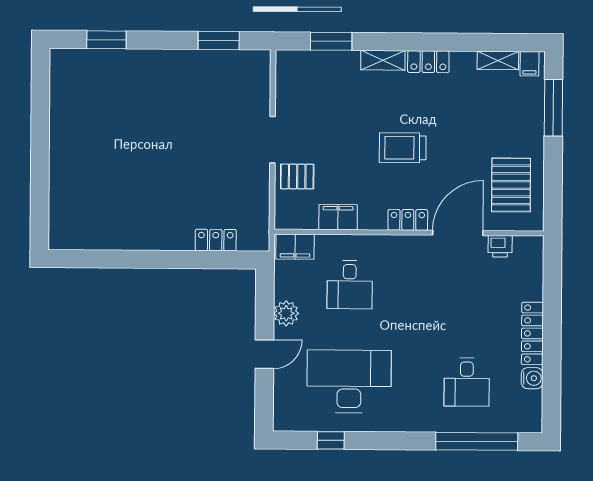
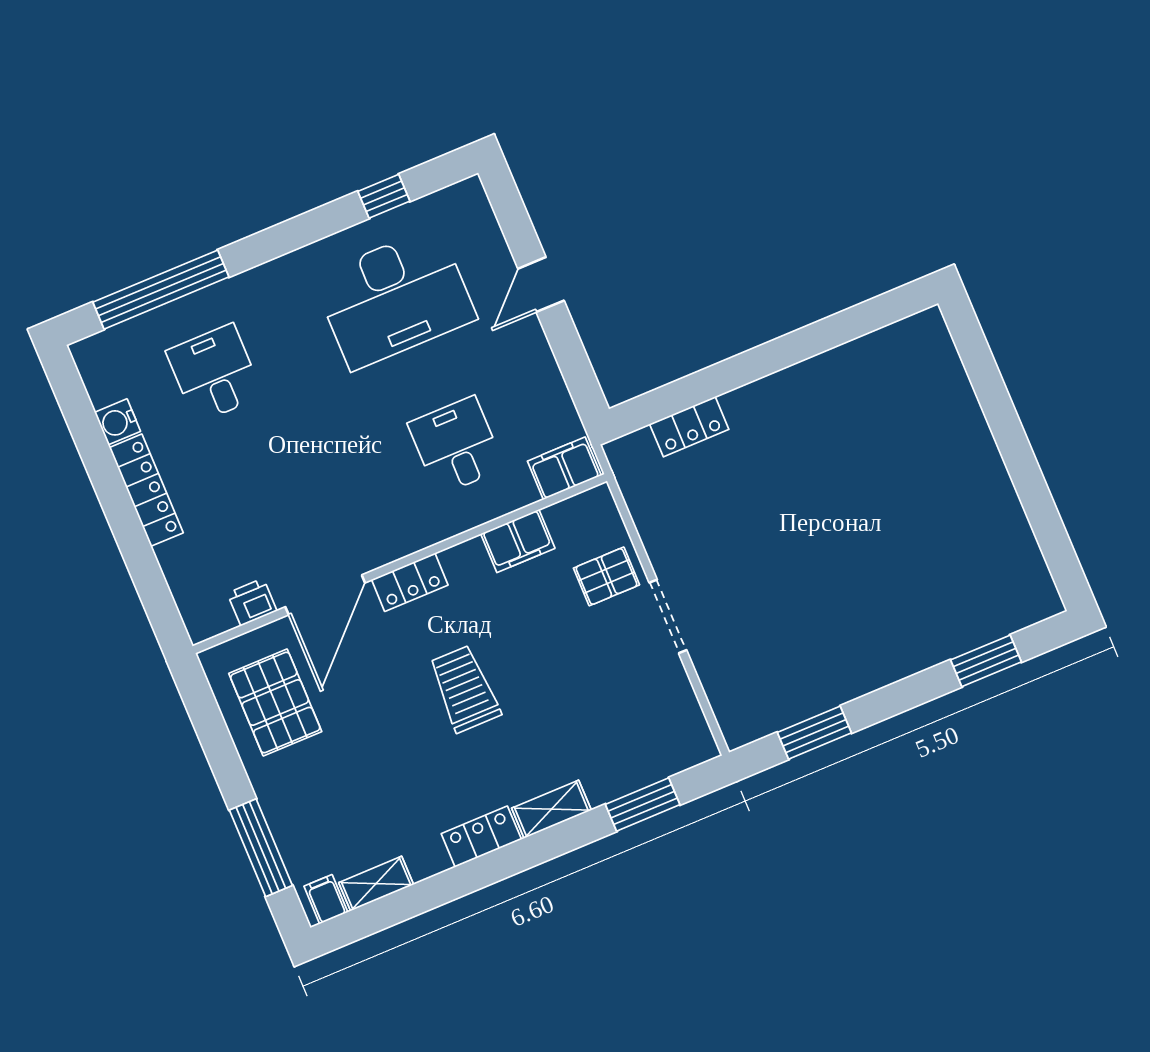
trolley: (403, 148) -> (464, 689), turned -90
plant: (286, 313) -> (534, 361), removed

